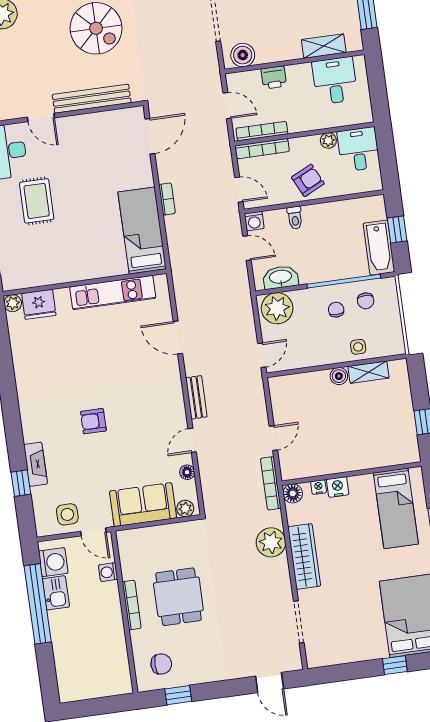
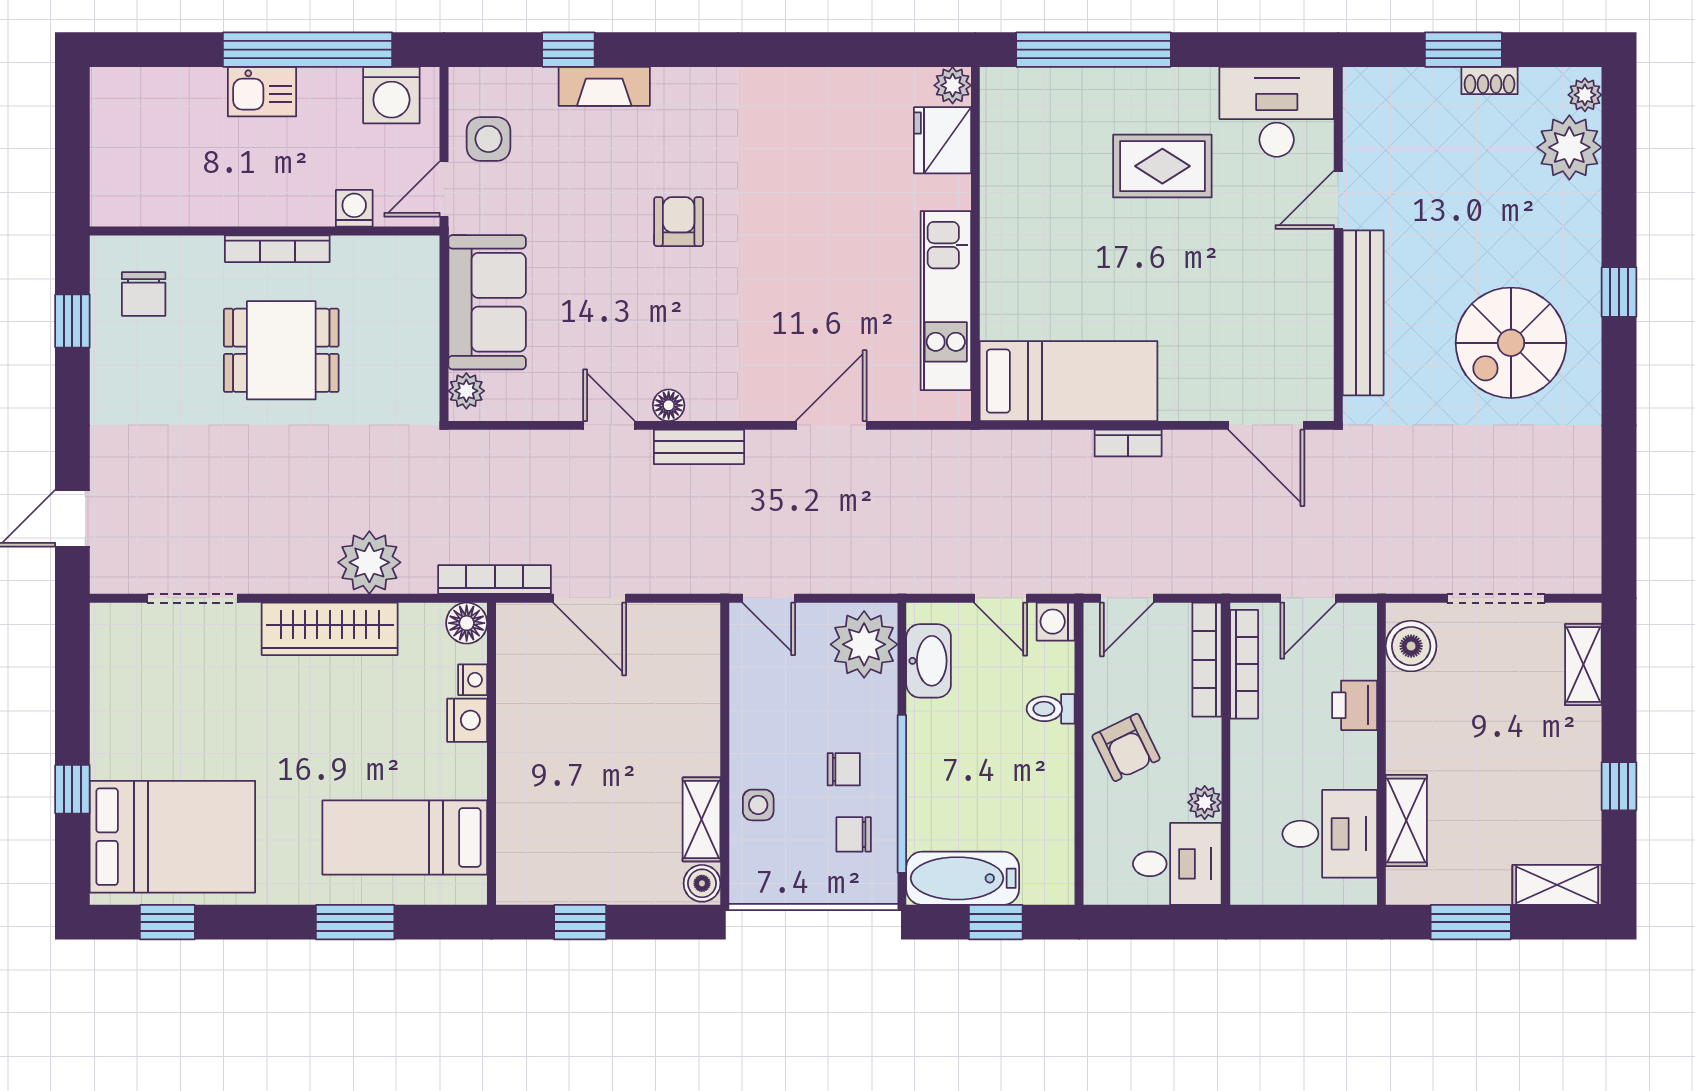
door: (247, 248) -> (1000, 598), hinge flipped
boiler: (339, 376) -> (702, 883), moved
door: (273, 438) -> (590, 598), width x1.38
floor lamp: (187, 472) -> (669, 405), moved
kitchen sink: (56, 593) -> (262, 92), moved

